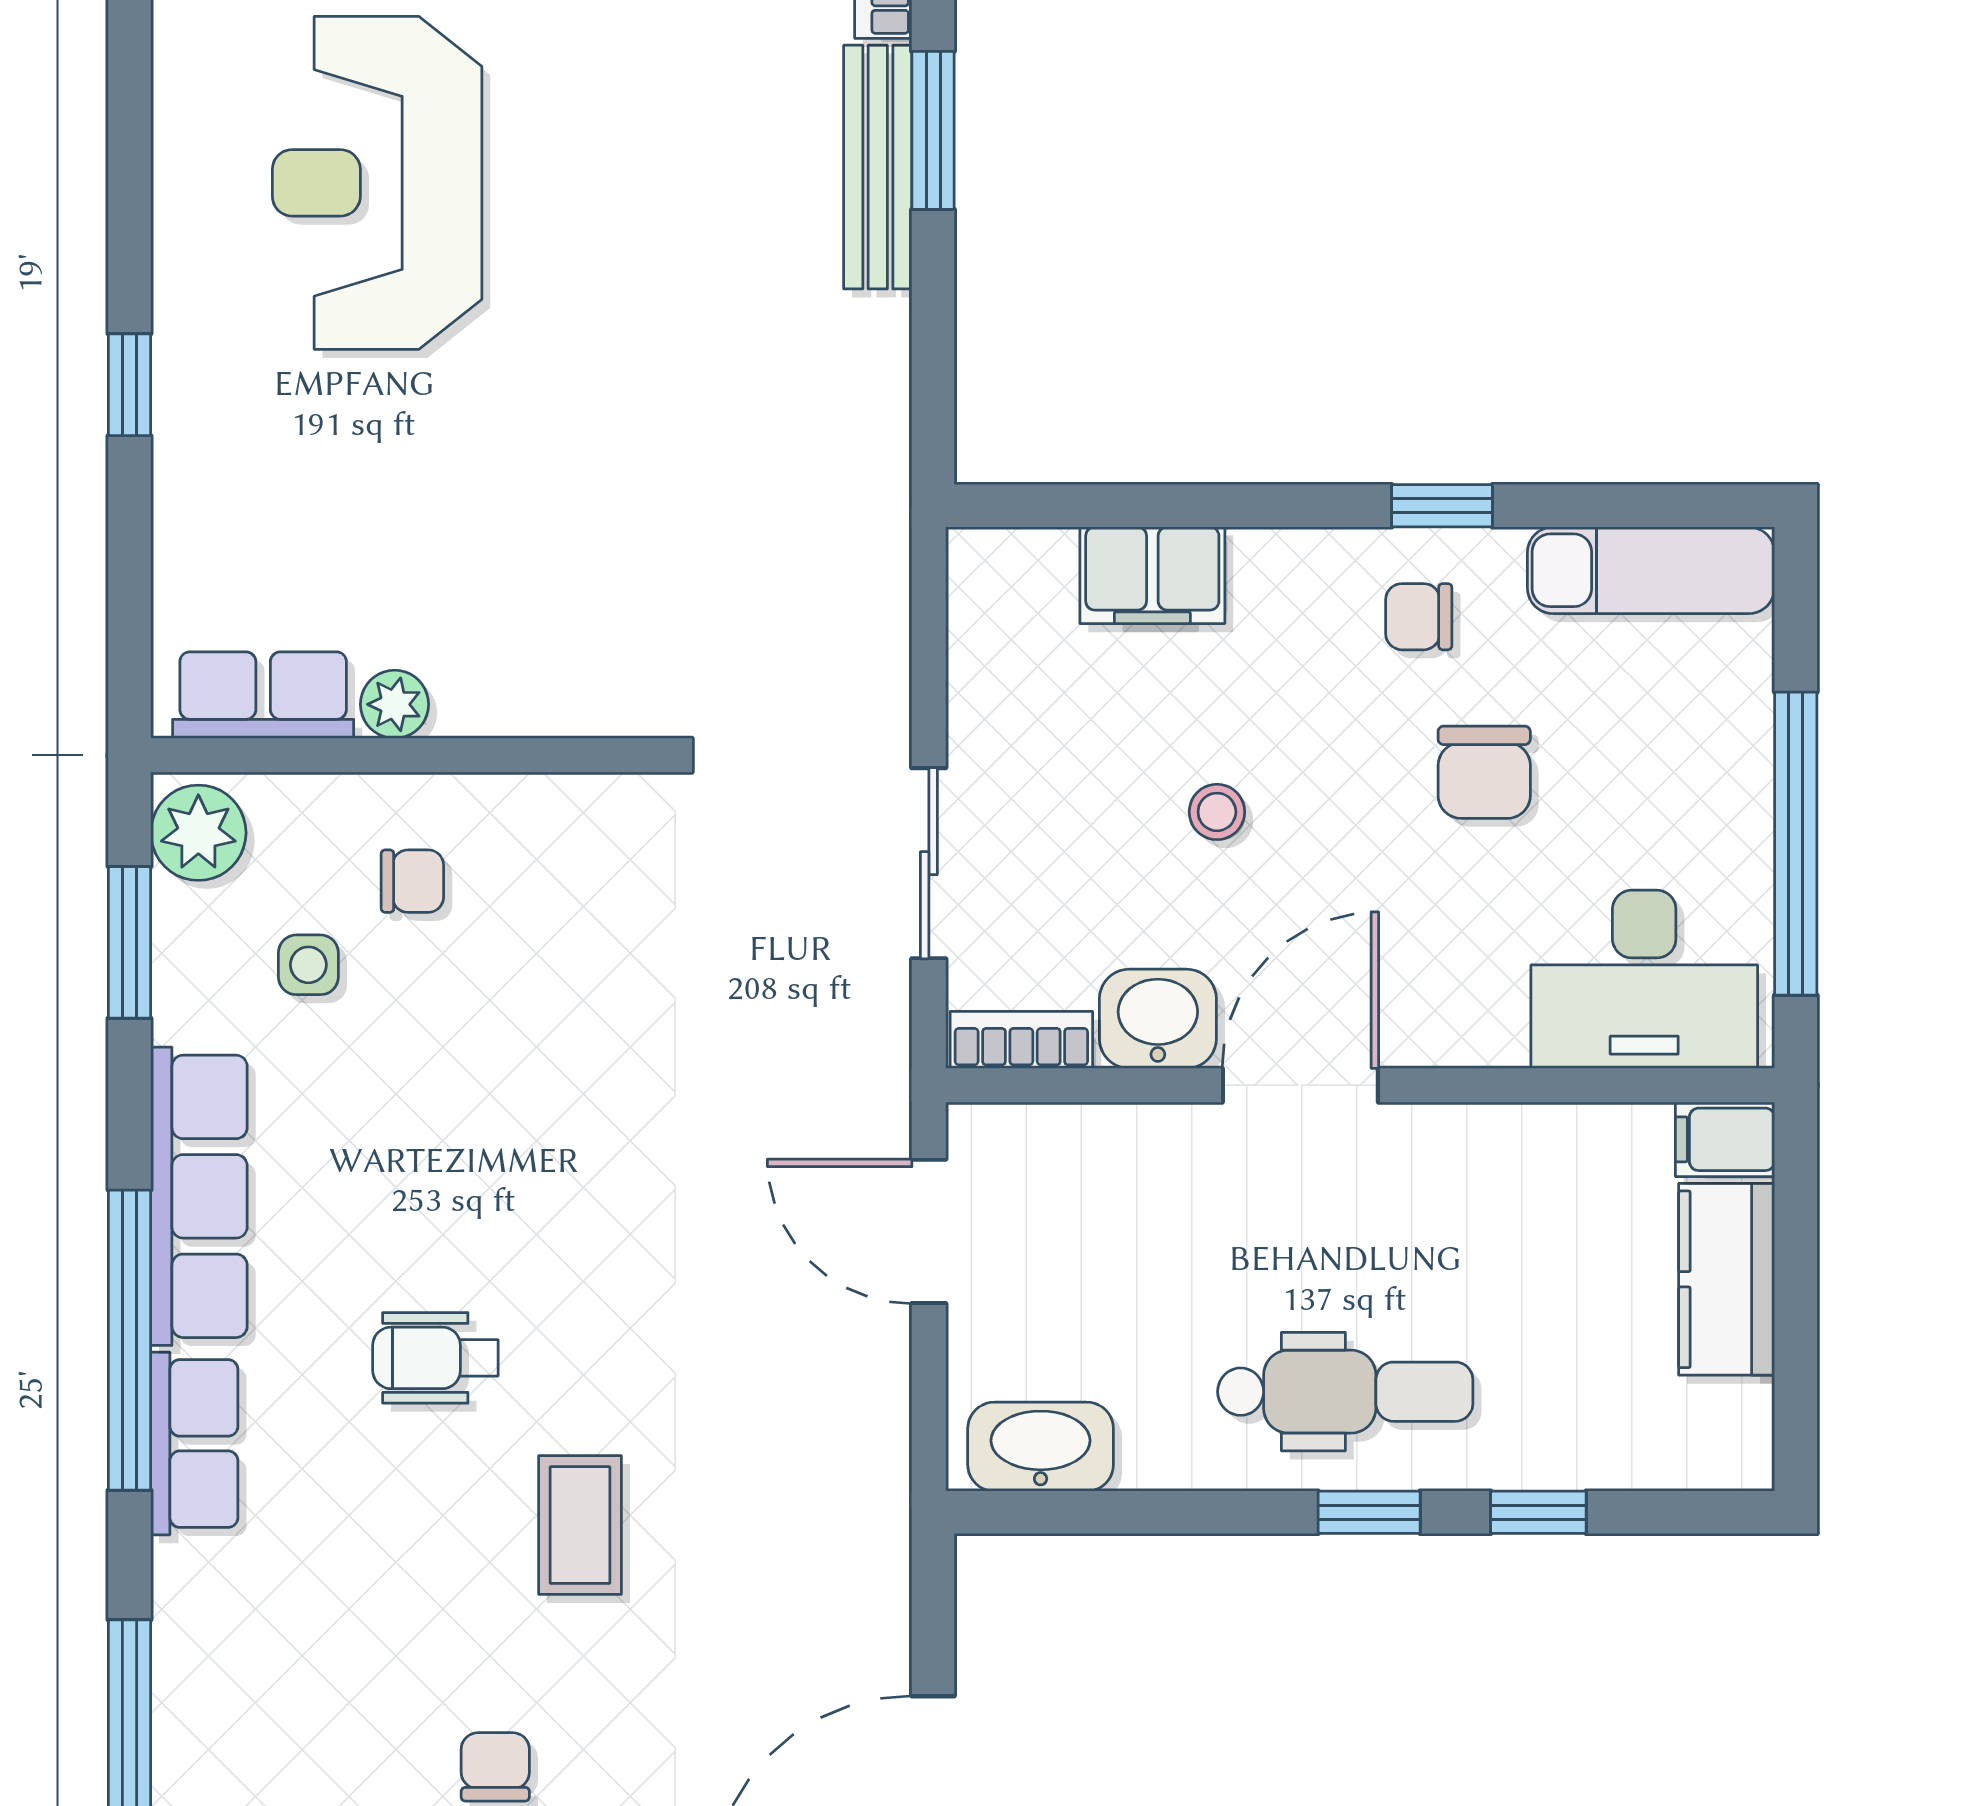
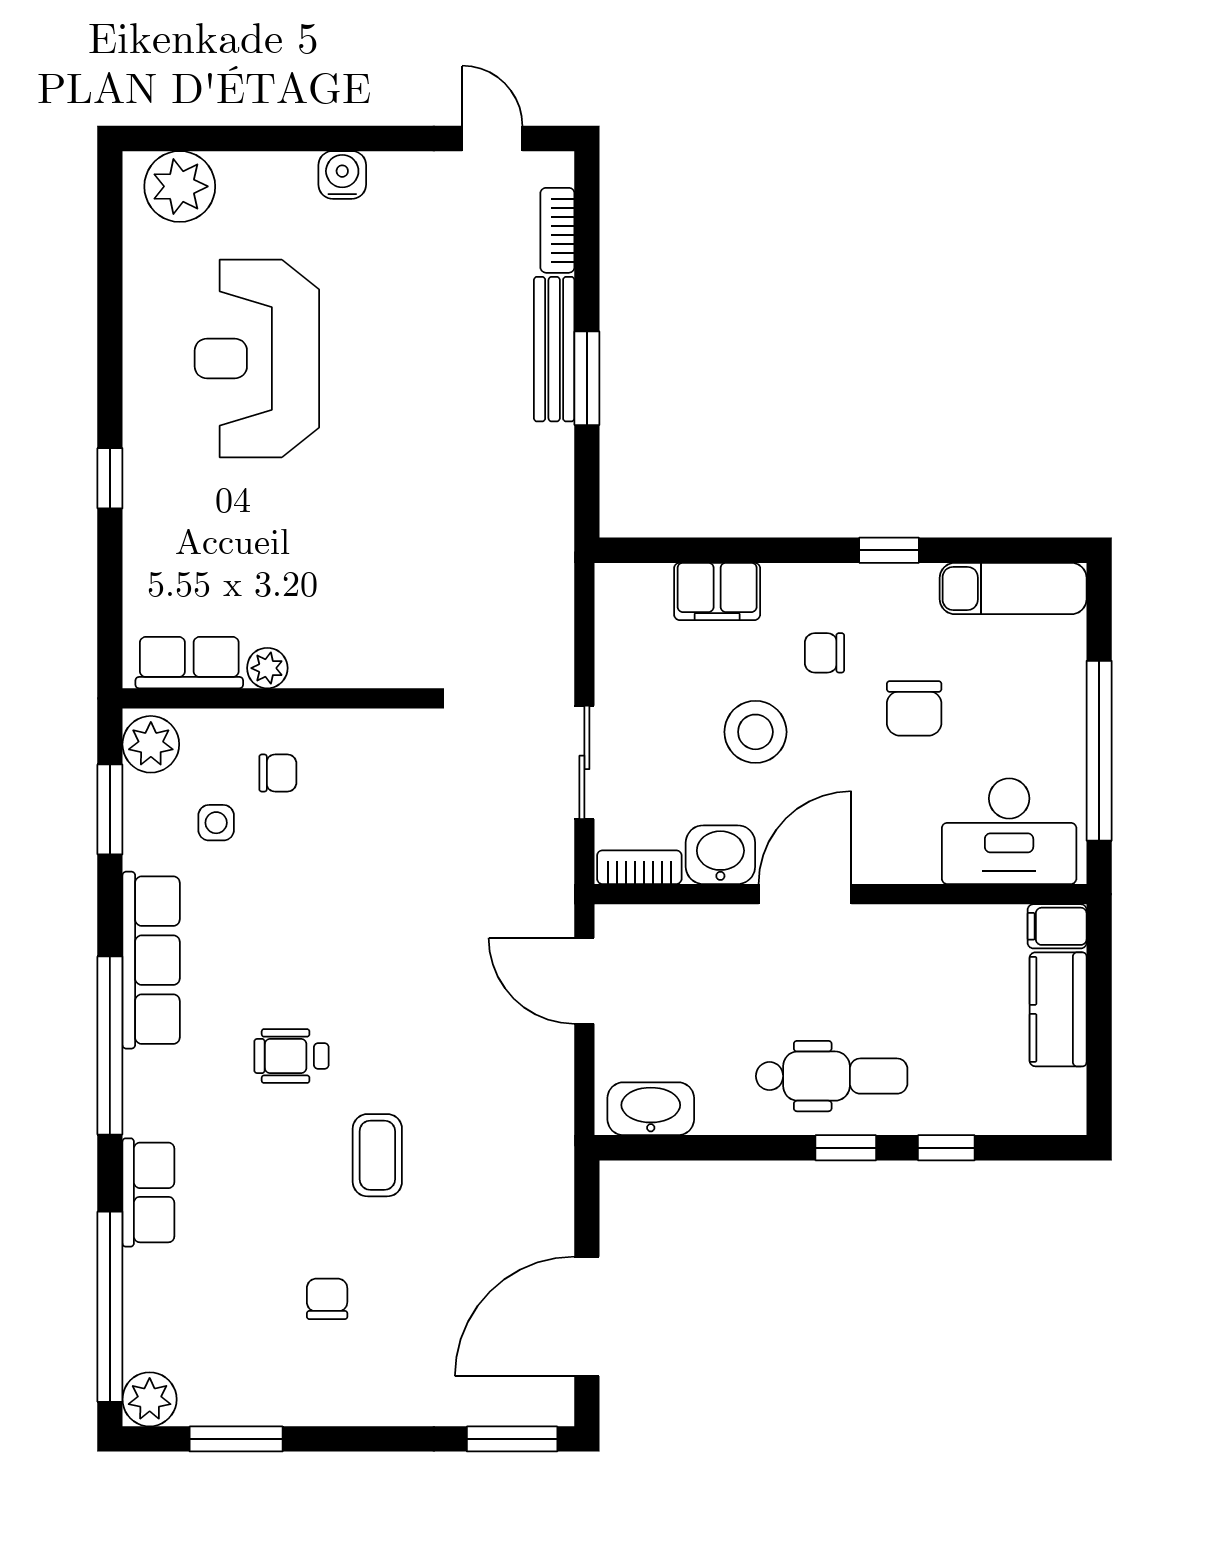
window: (933, 130) -> (587, 378), moved
chair: (1419, 617) -> (825, 653), moved
stool: (1217, 812) -> (755, 732), width x1.89, depth x1.89
row of seats: (194, 1444) -> (148, 1192), moved

